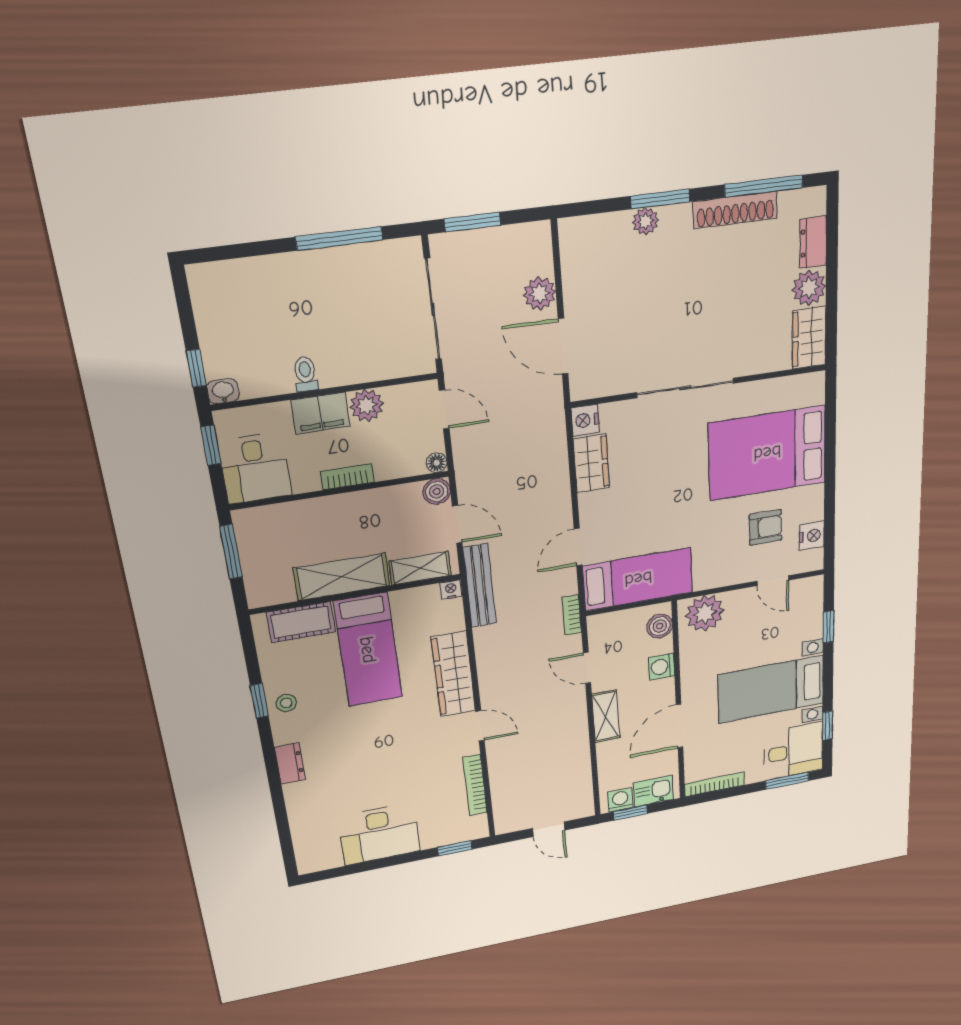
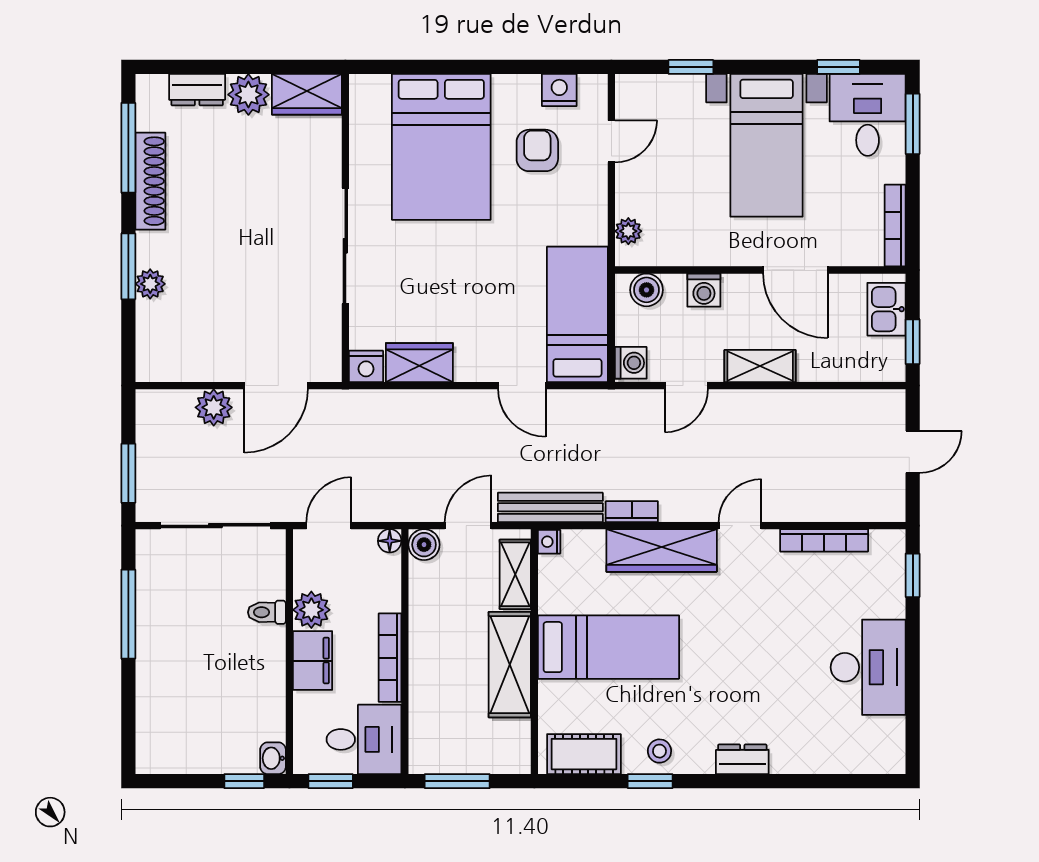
toilet: (305, 374) -> (267, 612), moved
bookcase: (347, 477) -> (390, 658), width x1.56
plant: (705, 613) -> (628, 231), width x0.53, depth x0.53
bookcase: (572, 615) -> (632, 512), moved, turned 180
cot: (301, 622) -> (584, 754), moved, turned 90
washing machine: (620, 800) -> (631, 363), moved, turned 180

